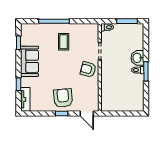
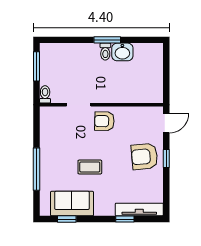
coffee table: (64, 42) -> (90, 167), moved
washbasin: (137, 58) -> (122, 52), moved
sofa: (30, 61) -> (72, 204), moved
armchair: (88, 69) -> (104, 121), turned 76
tv unit: (25, 99) -> (139, 209), width x1.41

